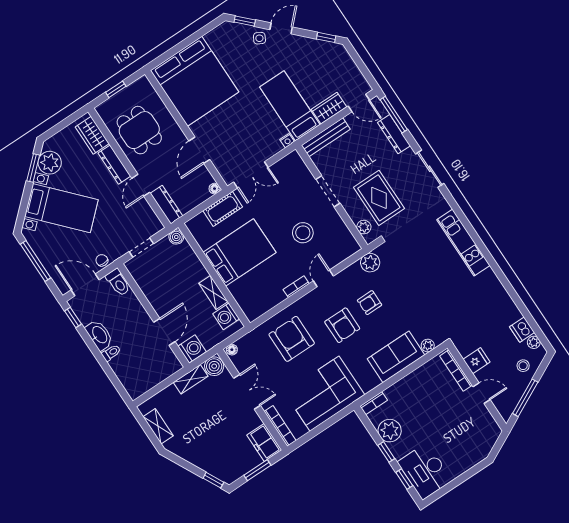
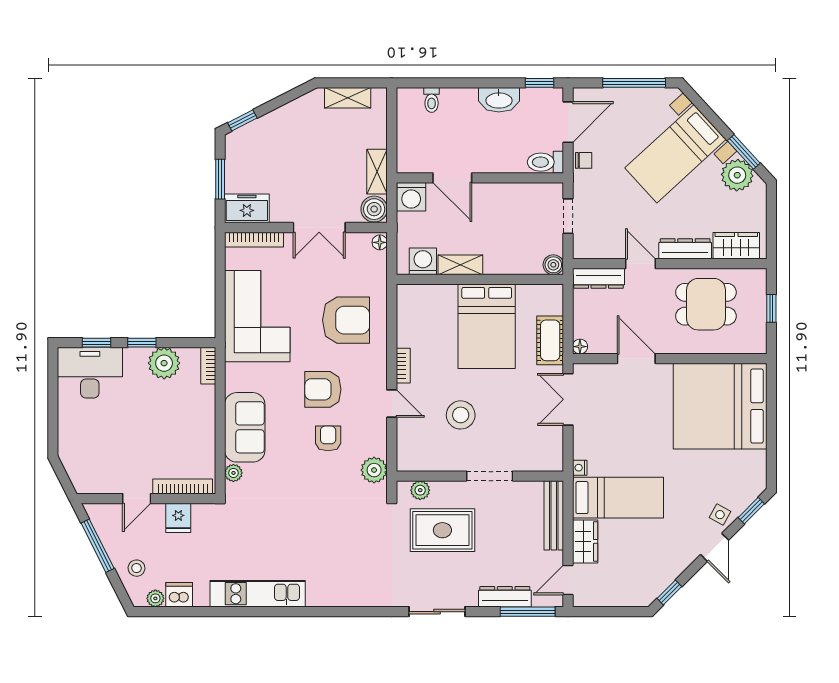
kitchen unit: (463, 243) -> (258, 594), moved
toilet: (111, 353) -> (432, 100), moved

